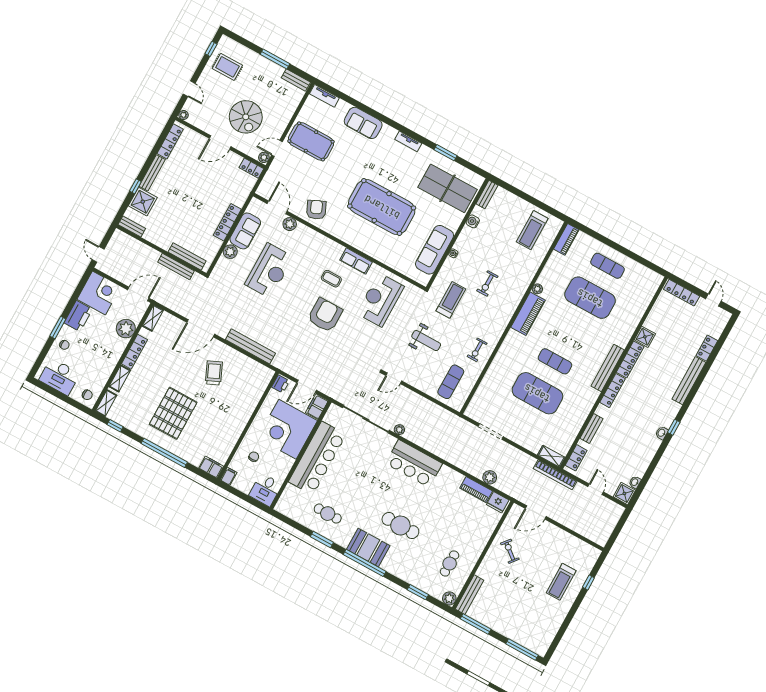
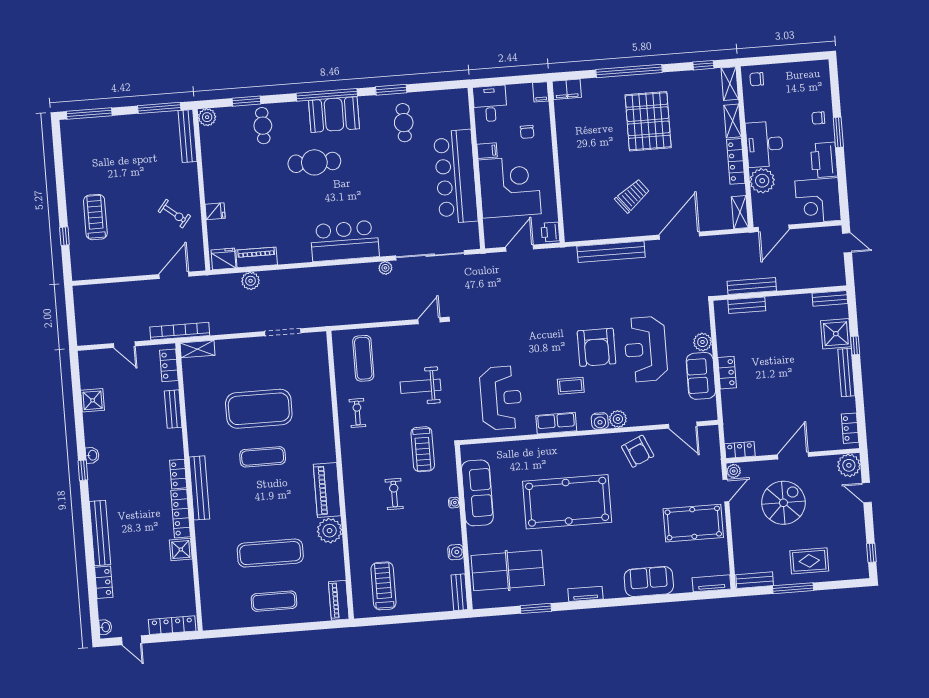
rug: (227, 67) -> (809, 561), moved
plant: (183, 115) -> (849, 465), width x1.88, depth x1.88
spiral stairs: (246, 117) -> (783, 503), turned 90
locker: (170, 141) -> (850, 428), width x0.66
locker: (227, 222) -> (727, 373), width x0.66
plant: (290, 224) -> (618, 419), moved
water cooler: (328, 244) -> (600, 421), added
bench: (187, 257) -> (747, 305), width x0.73
plant: (537, 289) -> (330, 531), width x1.88, depth x1.88
exercise mat: (590, 298) -> (270, 553), width x0.68
armchair: (325, 315) -> (597, 347), moved
trolley: (214, 373) -> (632, 196), turned -104
desk: (60, 377) -> (765, 144), moved, turned -90
locker: (613, 391) -> (178, 474), width x0.66
filing cabinet: (317, 407) -> (487, 151), moved, width x0.50
washbasin: (635, 482) -> (105, 627), moved
shower: (624, 493) -> (93, 400), moved
cafe table: (328, 514) -> (404, 123), turned 90
fridge: (483, 536) -> (215, 211), added
cafe table: (450, 563) -> (263, 126), moved

